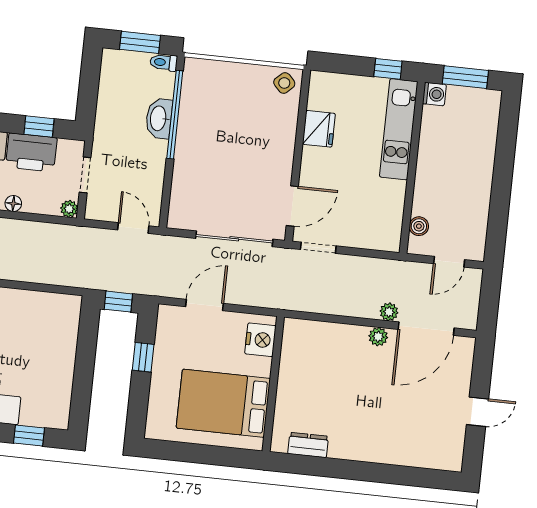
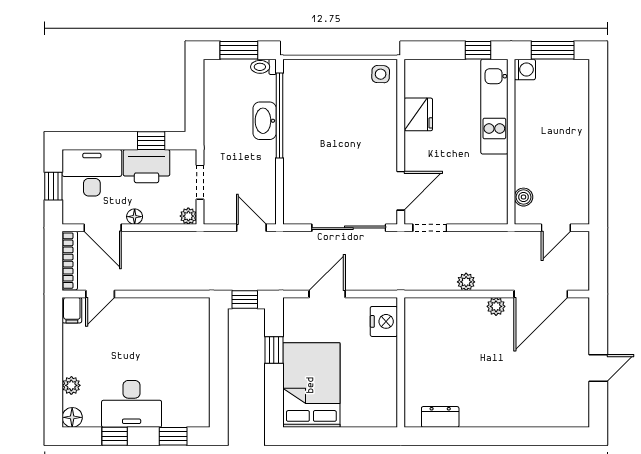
side table: (284, 83) -> (381, 74), turned 45
plant: (389, 312) -> (466, 282), moved
bed: (223, 403) -> (311, 385), moved, turned 90

